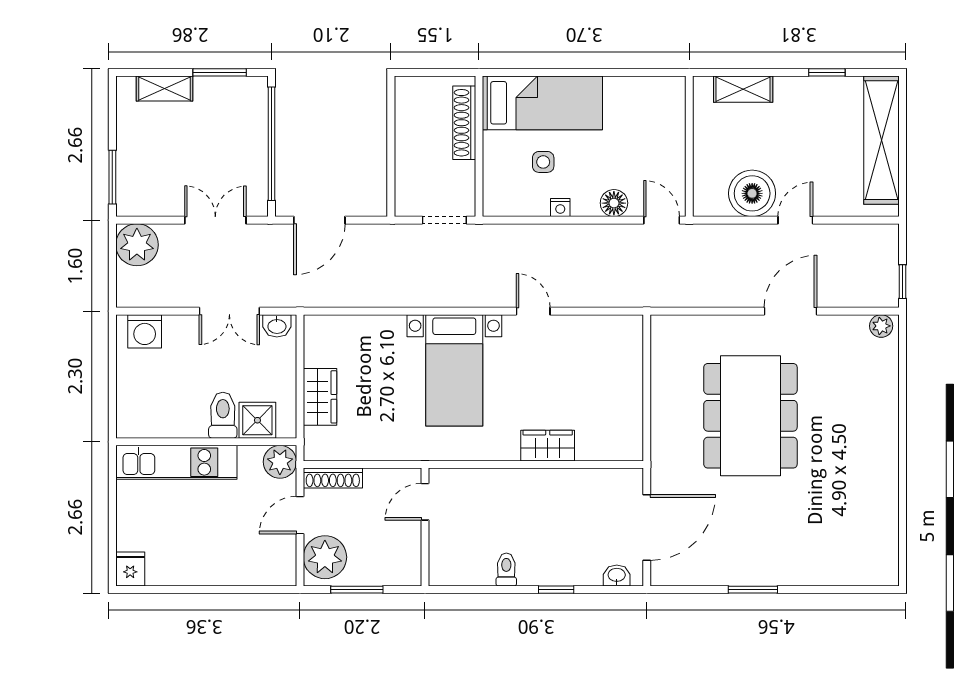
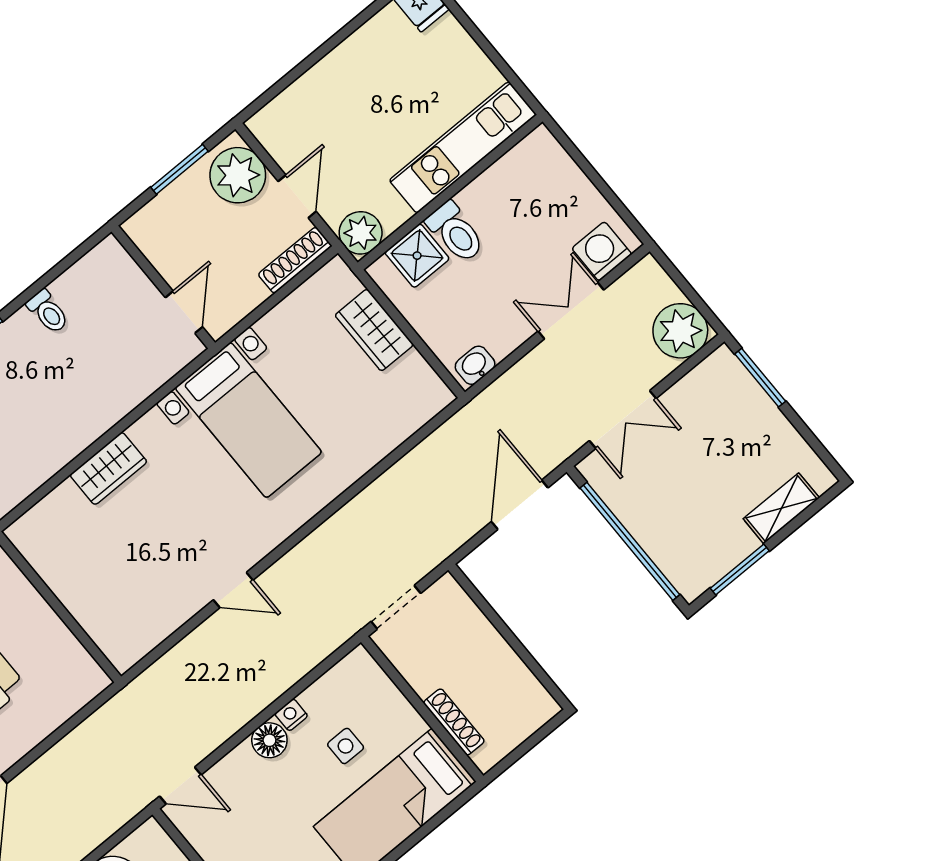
shoe rack: (464, 123) -> (454, 722), width x0.74, depth x0.81
floor lamp: (614, 203) -> (269, 740), moved
double door: (229, 311) -> (571, 311), moved
bed with nightstands: (454, 370) -> (248, 420), moved, turned 180

